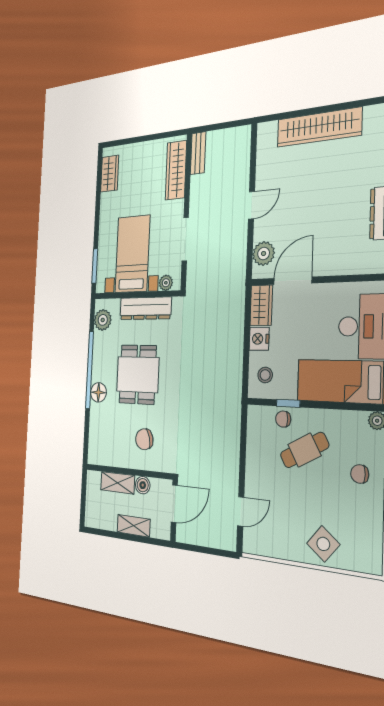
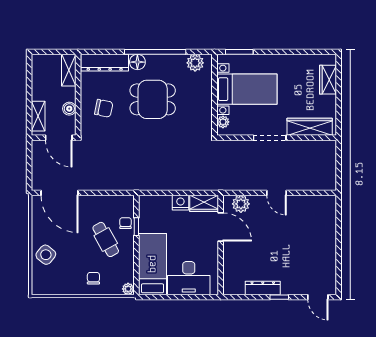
wardrobe: (319, 127) -> (326, 243), removed
bench: (198, 153) -> (321, 146), removed
wardrobe: (110, 174) -> (328, 80), moved, turned 90
doorway: (185, 239) -> (270, 138), moved
dresser: (145, 308) -> (105, 63), moved, turned -90
stool: (265, 375) -> (155, 208), removed
chair: (144, 439) -> (104, 108), turned 116
shelving: (118, 483) -> (69, 70), moved
door: (241, 511) -> (60, 193), width x1.87
shelving: (134, 526) -> (38, 116), moved

